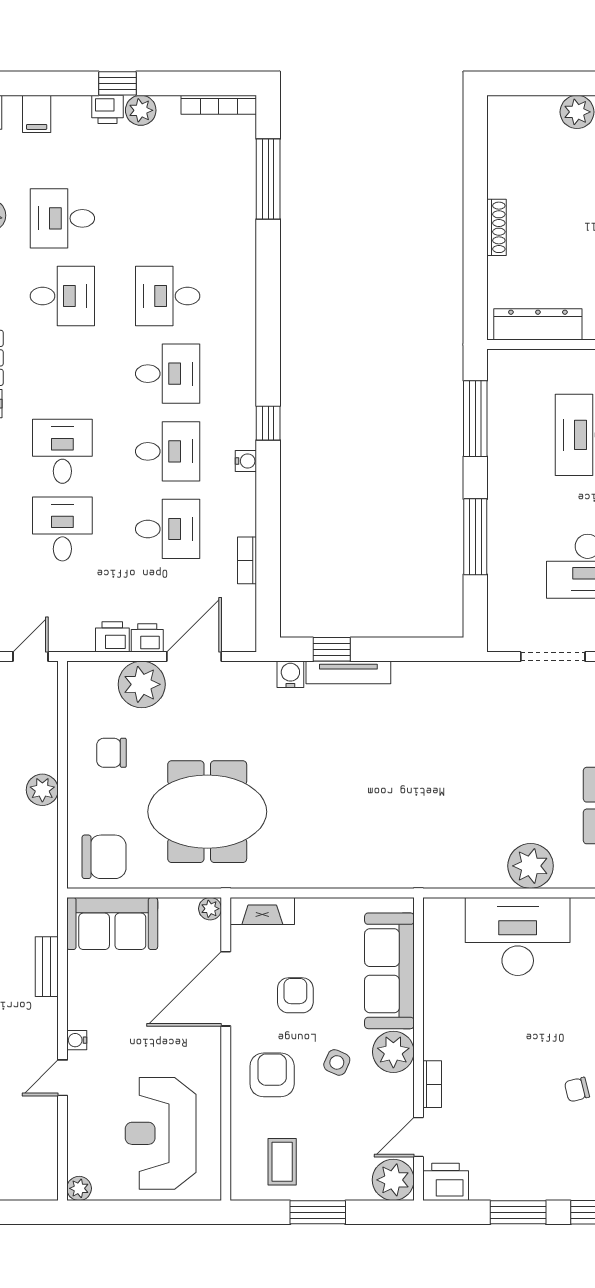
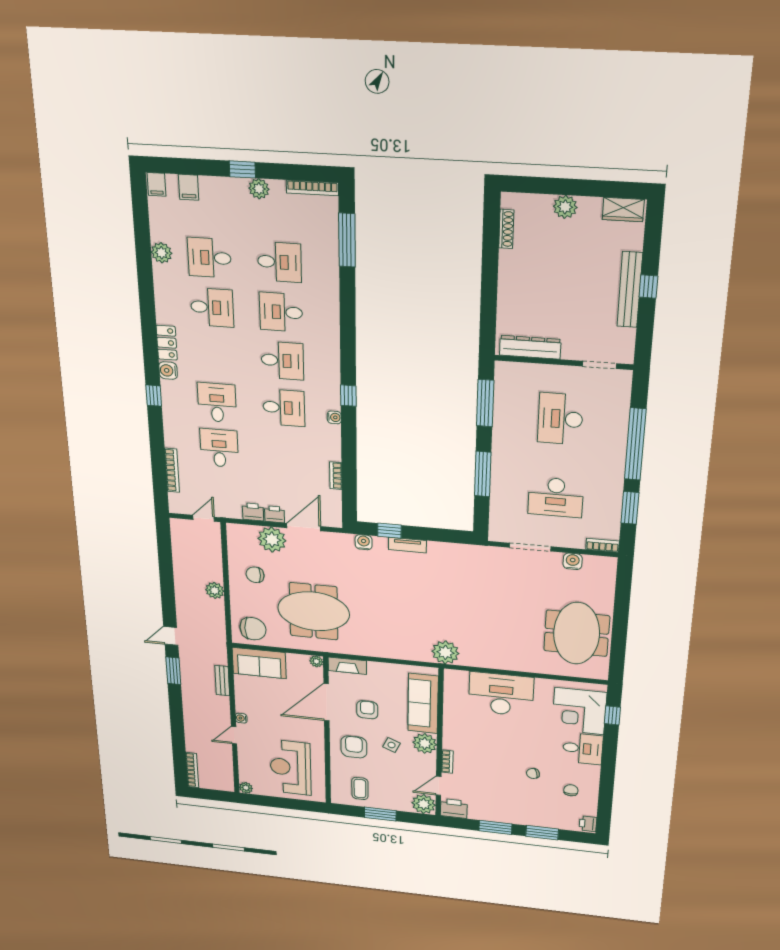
printer: (108, 109) -> (236, 187), removed
shoe rack: (497, 227) -> (506, 229), moved
desk: (168, 529) -> (279, 262), moved
tv unit: (348, 672) -> (407, 545), width x0.71
plant: (531, 866) -> (445, 652), moved

